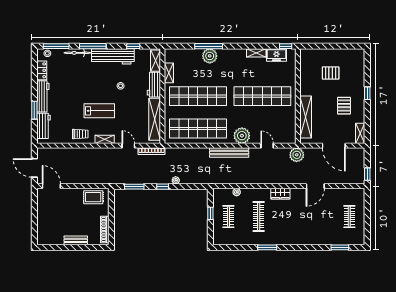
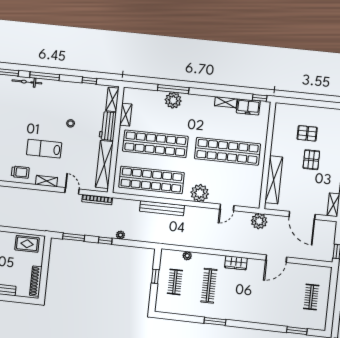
workbench: (113, 56) -> (66, 90), removed
pallet: (344, 106) -> (311, 160), moved
lab bench: (99, 111) -> (44, 149), turned 180
door: (267, 146) -> (227, 207), swing flipped
bench: (229, 153) -> (162, 208), moved

